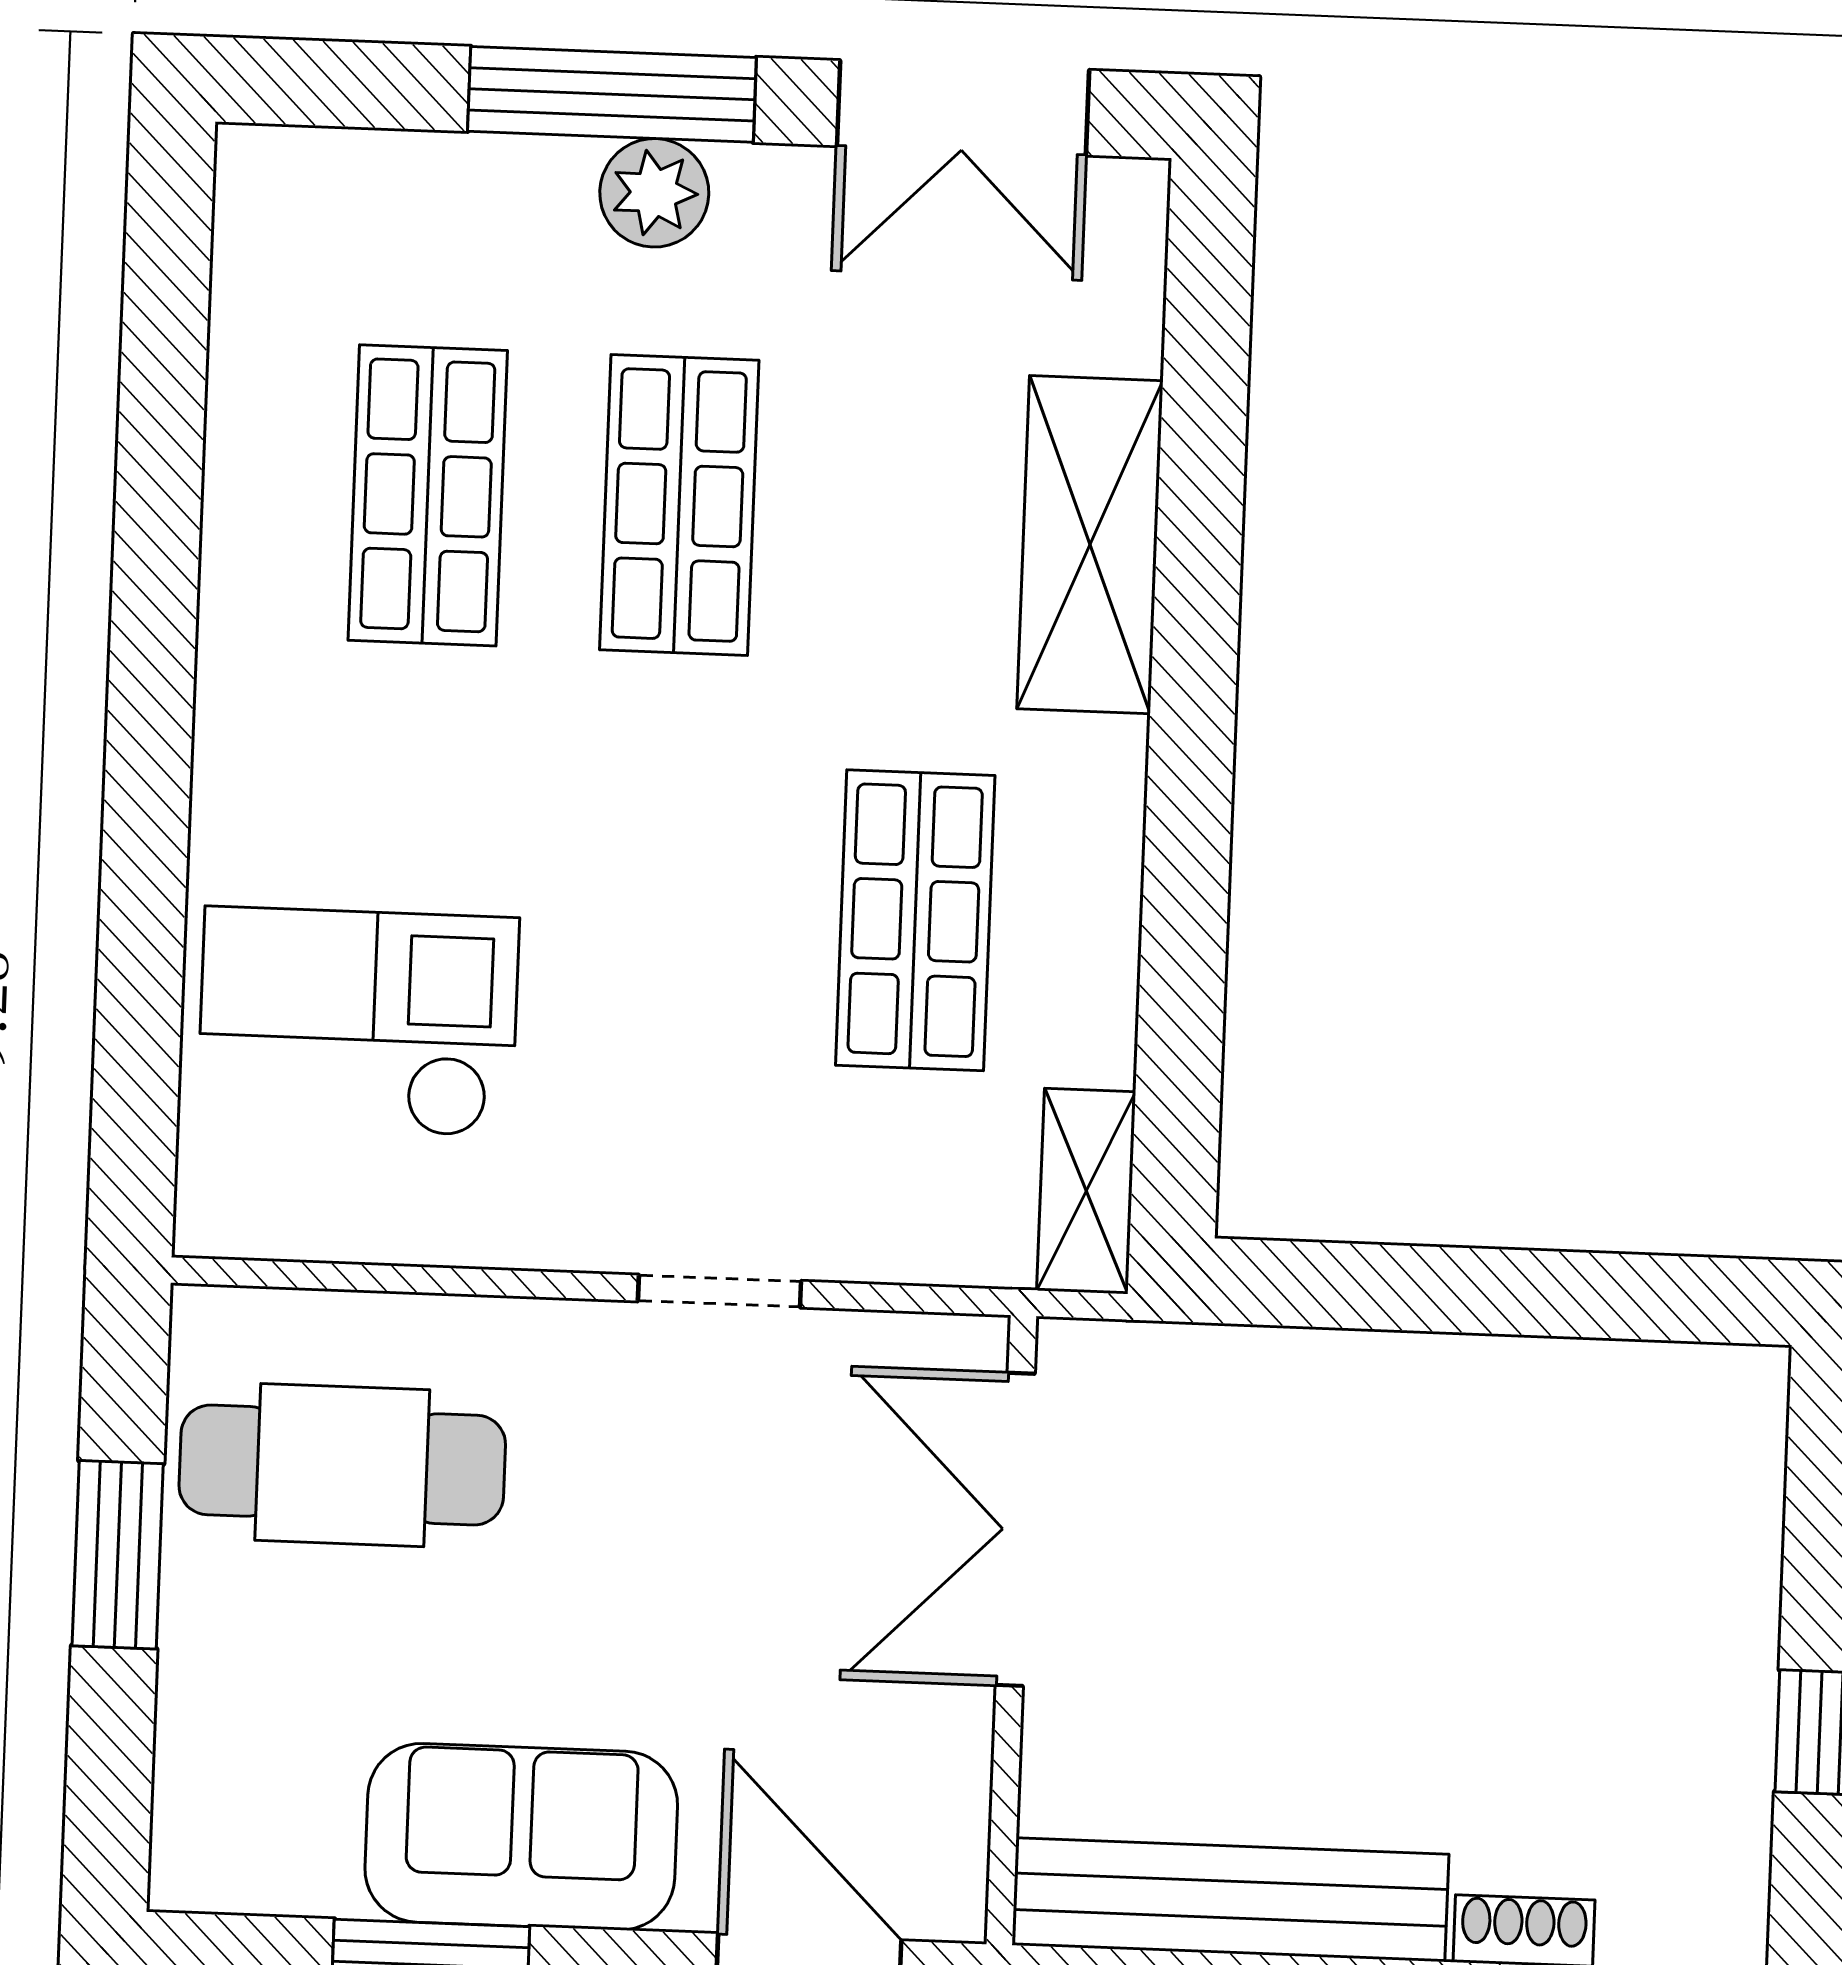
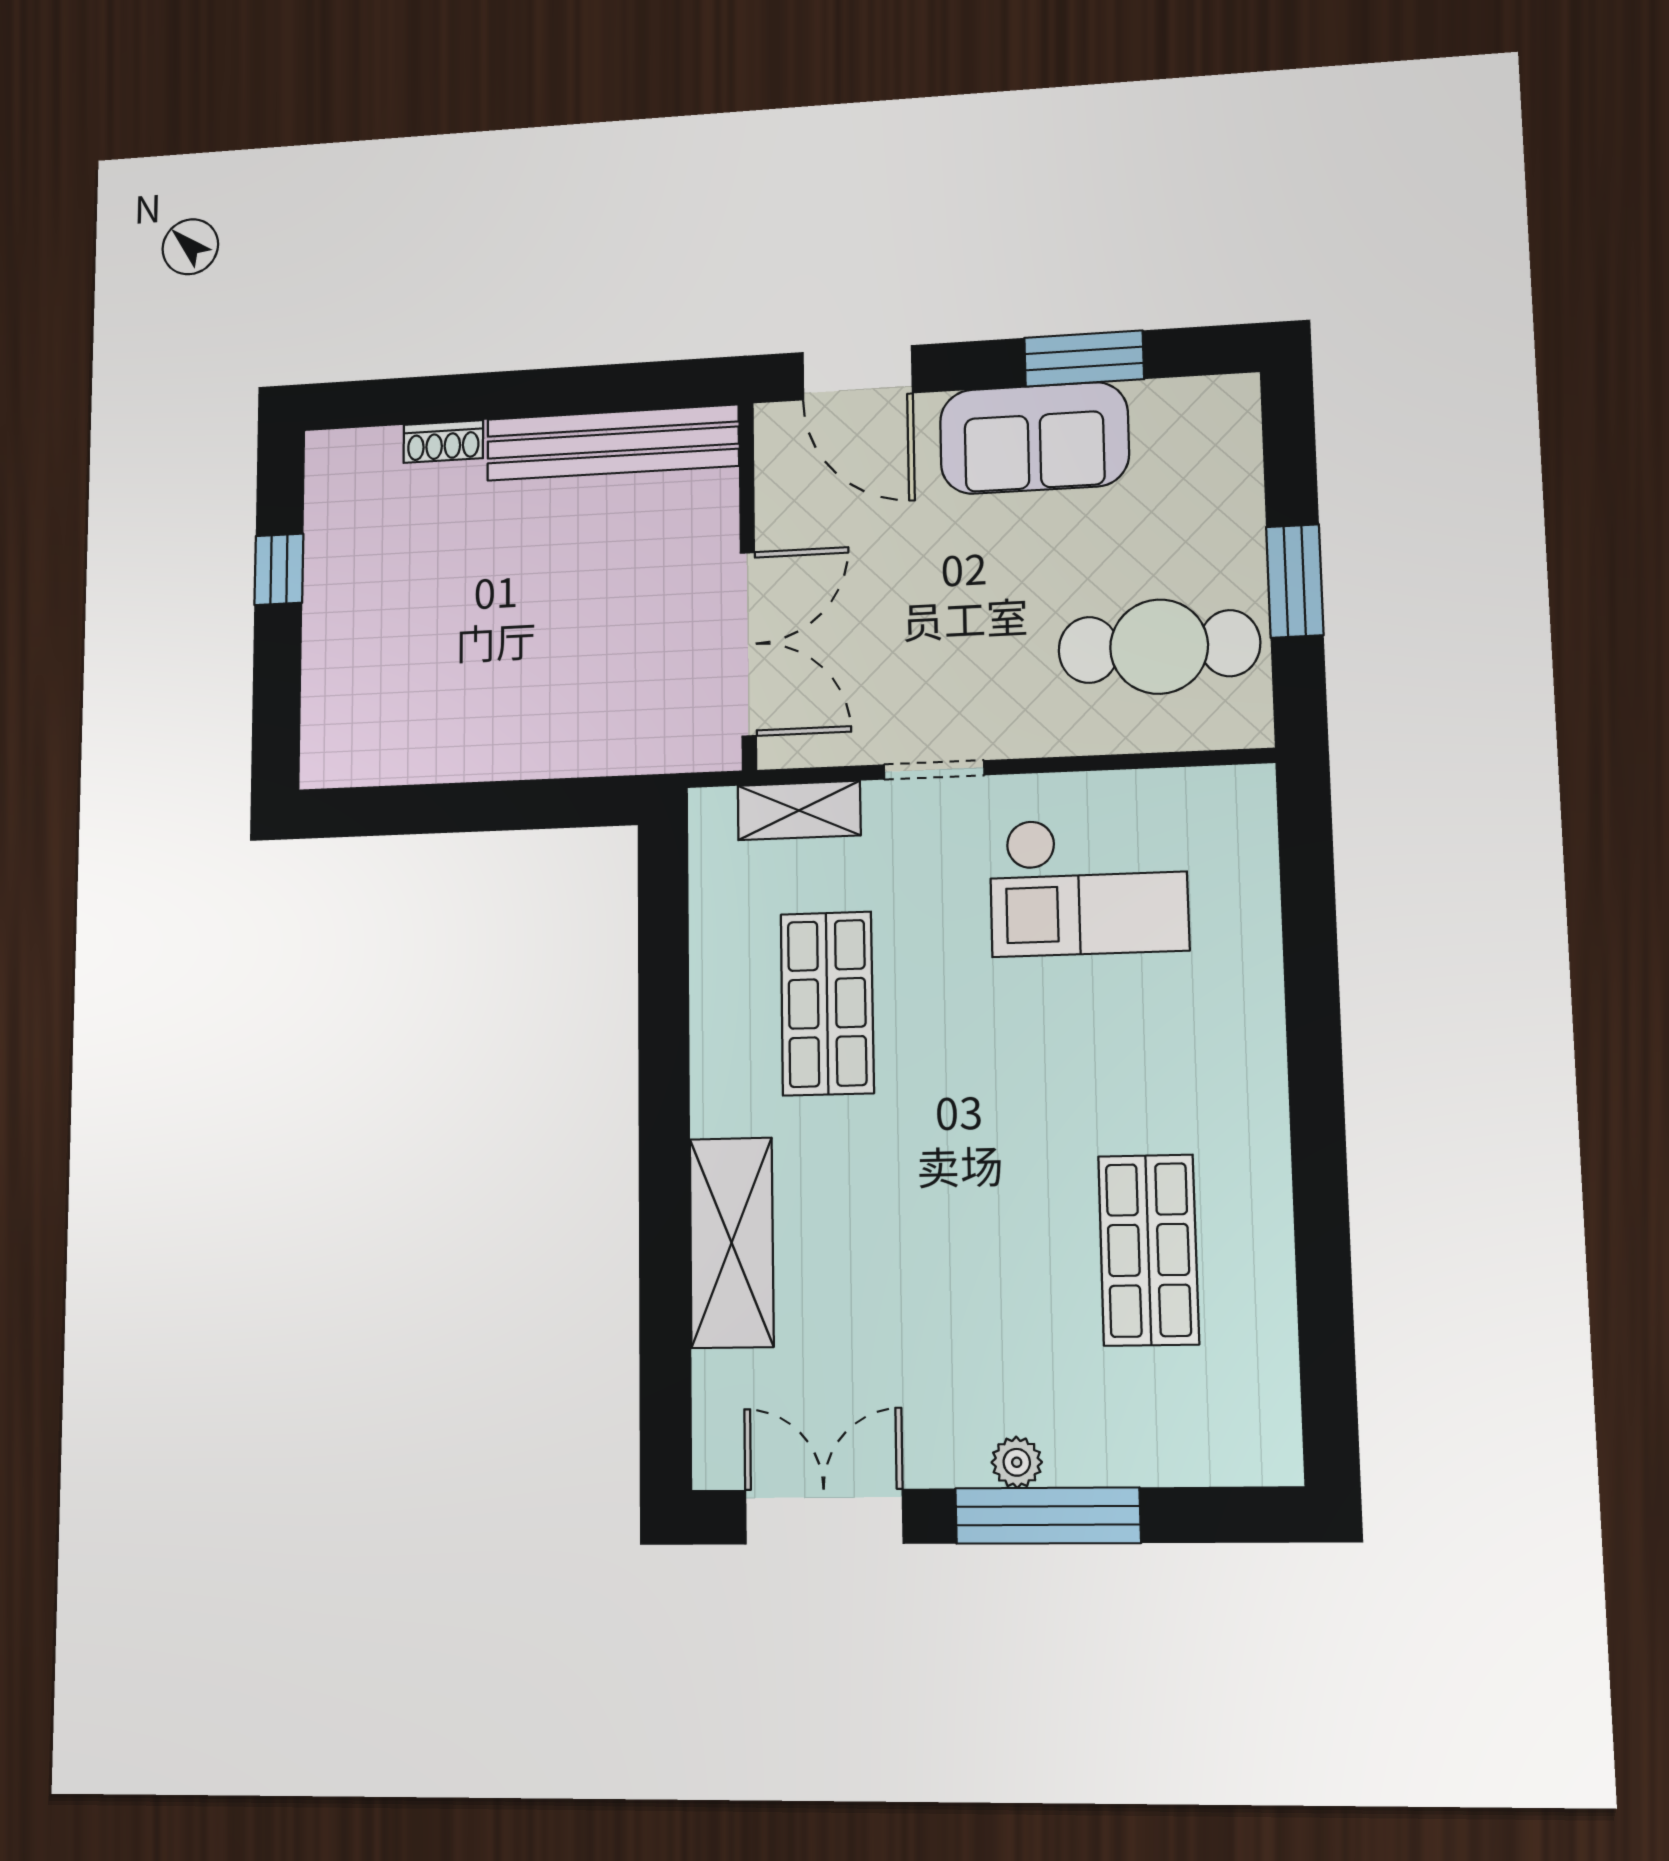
plant: (654, 193) -> (1017, 1462), width x0.73, depth x0.73
shop shelf: (679, 505) -> (988, 1253), removed
checkout: (358, 1022) -> (1089, 886), moved
shelving: (1086, 1191) -> (799, 810), moved, turned 90

